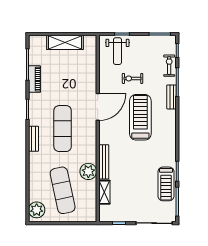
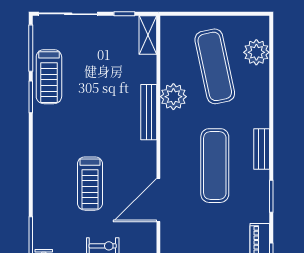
bench: (172, 97) -> (40, 216), removed
treadmill: (140, 117) -> (90, 184), width x0.73, depth x0.73
treadmill: (166, 184) -> (49, 77), turned 180
shelving: (104, 192) -> (148, 35), moved
plant: (37, 210) -> (256, 52), moved

